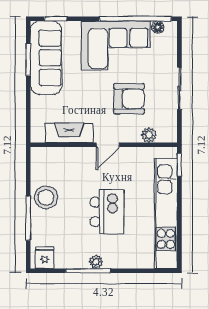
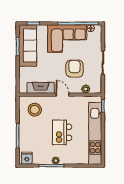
armchair: (129, 99) -> (74, 69), turned -90
door: (108, 145) -> (63, 95), swing flipped
stool: (46, 197) -> (35, 110), moved
kitchen island: (107, 212) -> (62, 132), turned 180

